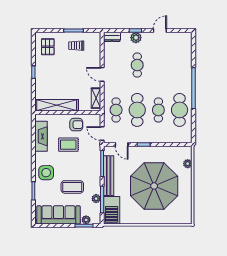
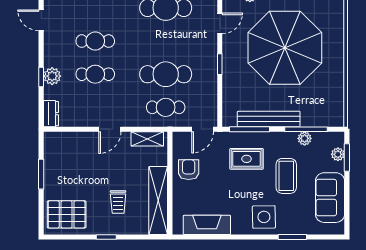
door: (160, 31) -> (41, 20), moved
trolley: (76, 46) -> (118, 202), moved
pallet: (48, 47) -> (67, 214), width x1.50, depth x1.42
cafe table: (158, 110) -> (95, 41), moved
door: (122, 144) -> (220, 23), moved
rug: (68, 145) -> (247, 159), moved, turned 90
barbecue: (112, 210) -> (323, 114), removed
sofa: (58, 215) -> (330, 198), width x0.73

